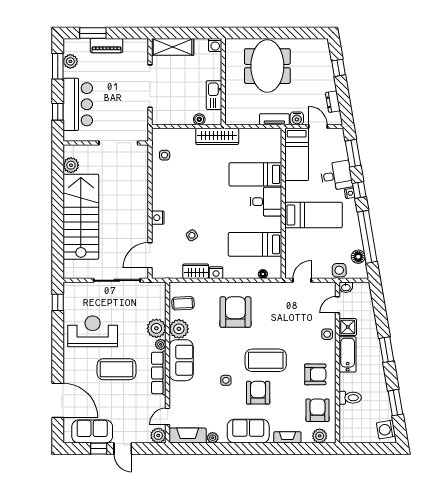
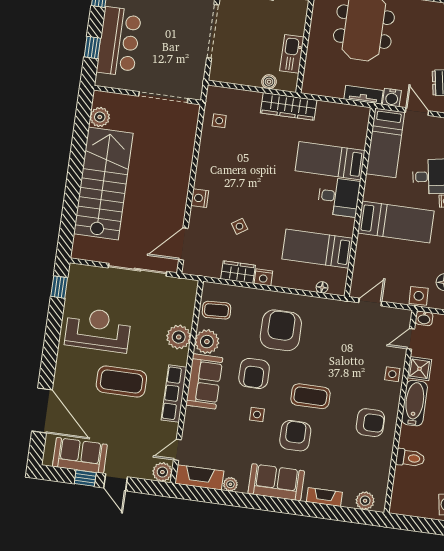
plant: (161, 344) -> (181, 358), removed
coffee table: (266, 360) -> (310, 396), width x0.73, depth x0.76
armchair: (318, 410) -> (254, 373), moved, turned 180

